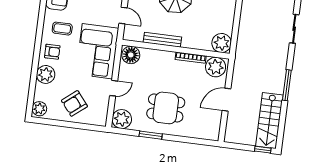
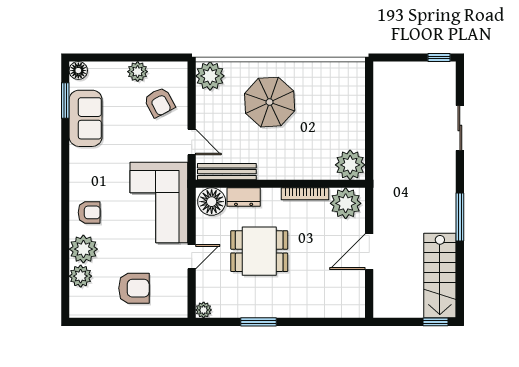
coffee table: (62, 29) -> (100, 174), removed
bench: (162, 40) -> (227, 172), moved
dresser: (151, 55) -> (244, 197), added
armchair: (74, 103) -> (134, 288), turned -141
dining table: (166, 108) -> (259, 251), moved
plant: (39, 109) -> (81, 276), moved
plant: (122, 119) -> (204, 310), width x0.53, depth x0.53

